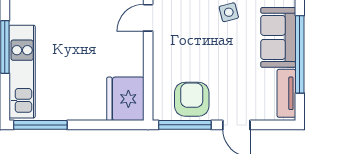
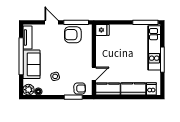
fridge: (125, 99) -> (102, 30), width x0.53, depth x0.75
armchair: (192, 99) -> (73, 35), turned 90

